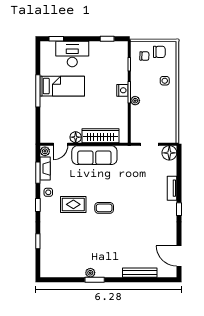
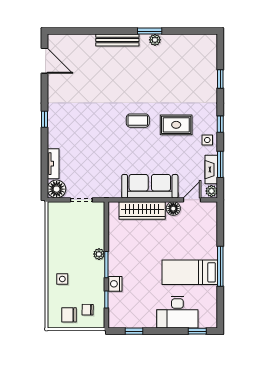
nightstand: (122, 90) -> (115, 284), moved
tv unit: (172, 188) -> (53, 164), moved
bench: (140, 273) -> (117, 40), moved

